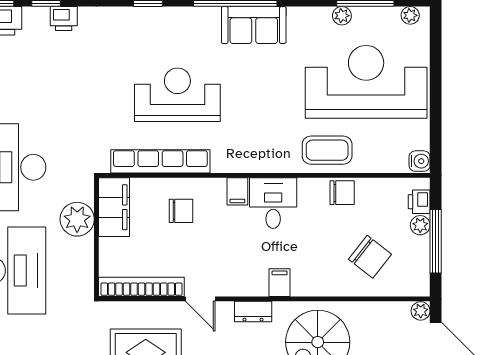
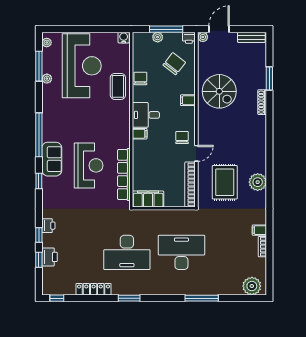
sofa: (254, 25) -> (52, 159), moved
reception desk: (366, 82) -> (82, 66), turned 180
reception desk: (177, 95) -> (89, 165), turned 180
printer: (419, 202) -> (189, 38), moved
chair: (181, 211) -> (182, 138), moved
plant: (77, 219) -> (154, 218), removed
filing cabinet: (280, 283) -> (188, 100), moved
dresser: (253, 312) -> (203, 126), removed

